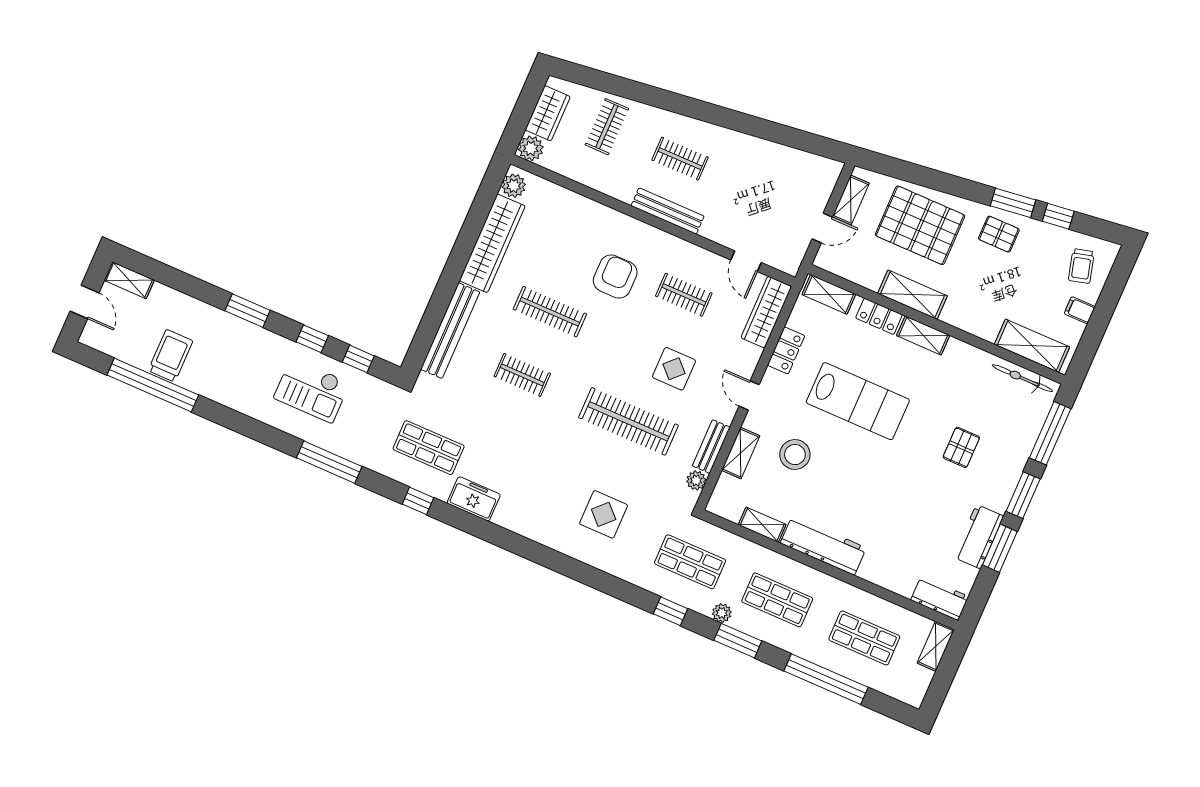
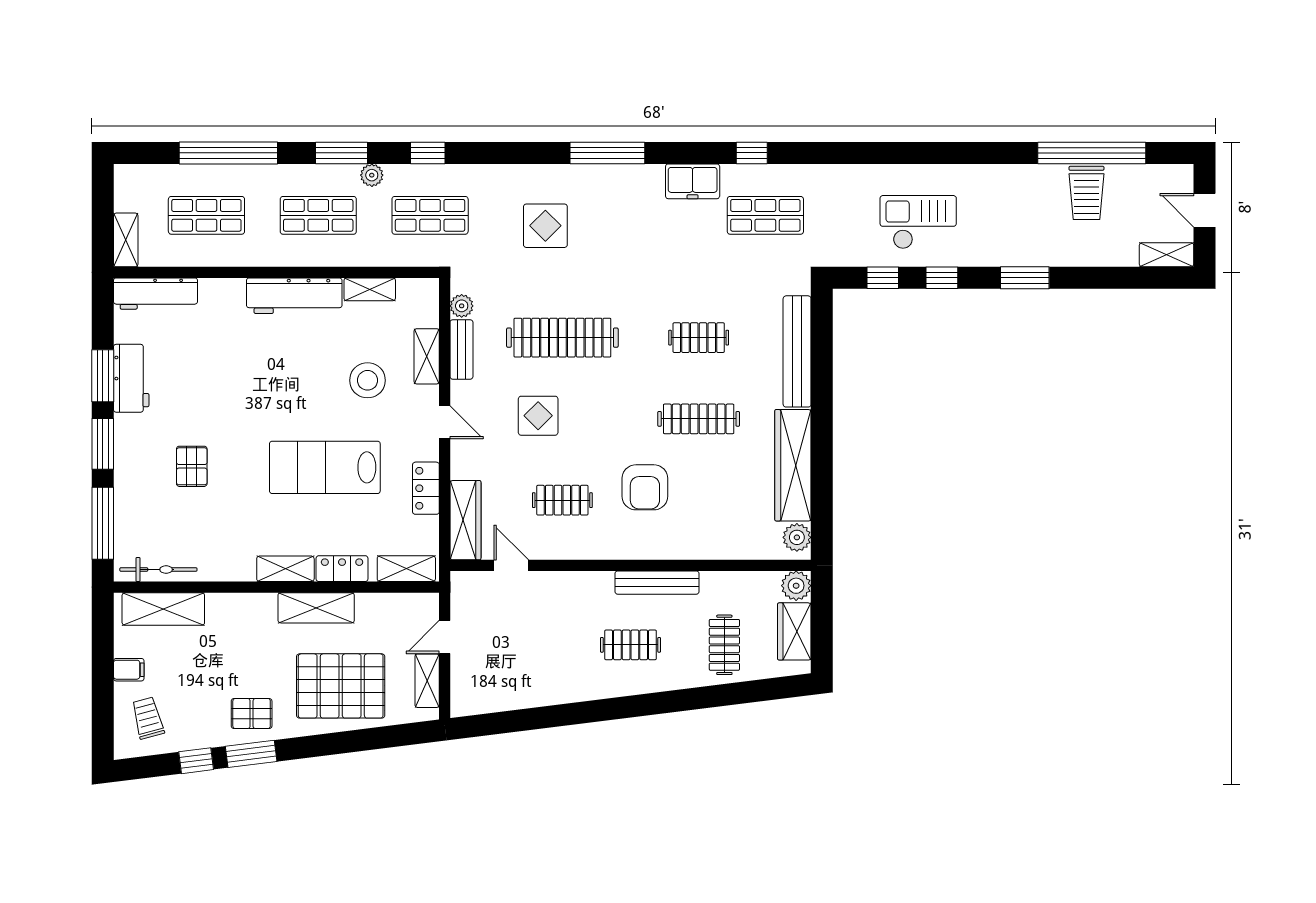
bench: (668, 211) -> (657, 583), moved
window: (329, 462) -> (607, 153), moved
workbench: (940, 598) -> (156, 294), width x1.38

